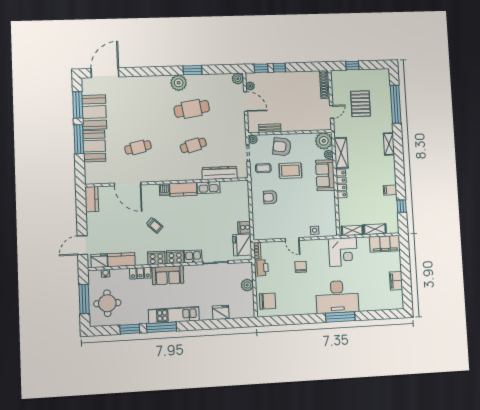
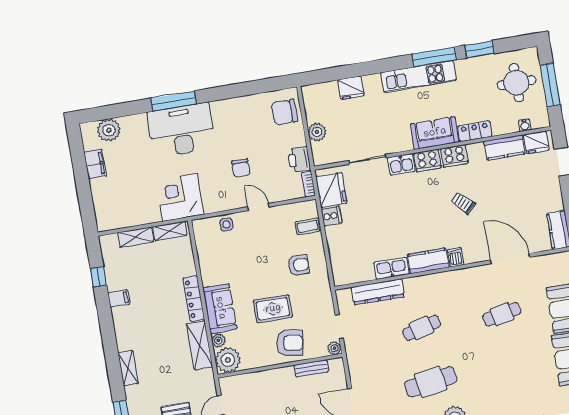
coffee table: (263, 168) -> (308, 226), moved
filing cabinet: (385, 244) -> (118, 217), removed
plant: (385, 302) -> (109, 130), added

